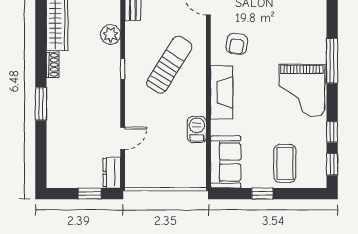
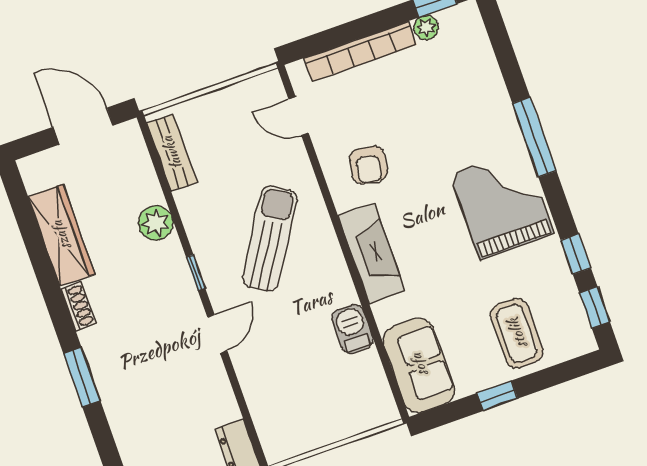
grand piano: (302, 90) -> (502, 204), turned 180
door: (123, 138) -> (217, 334), moved

